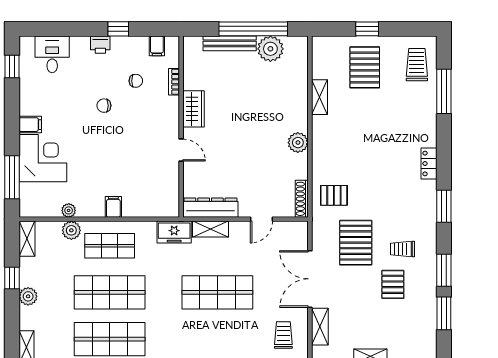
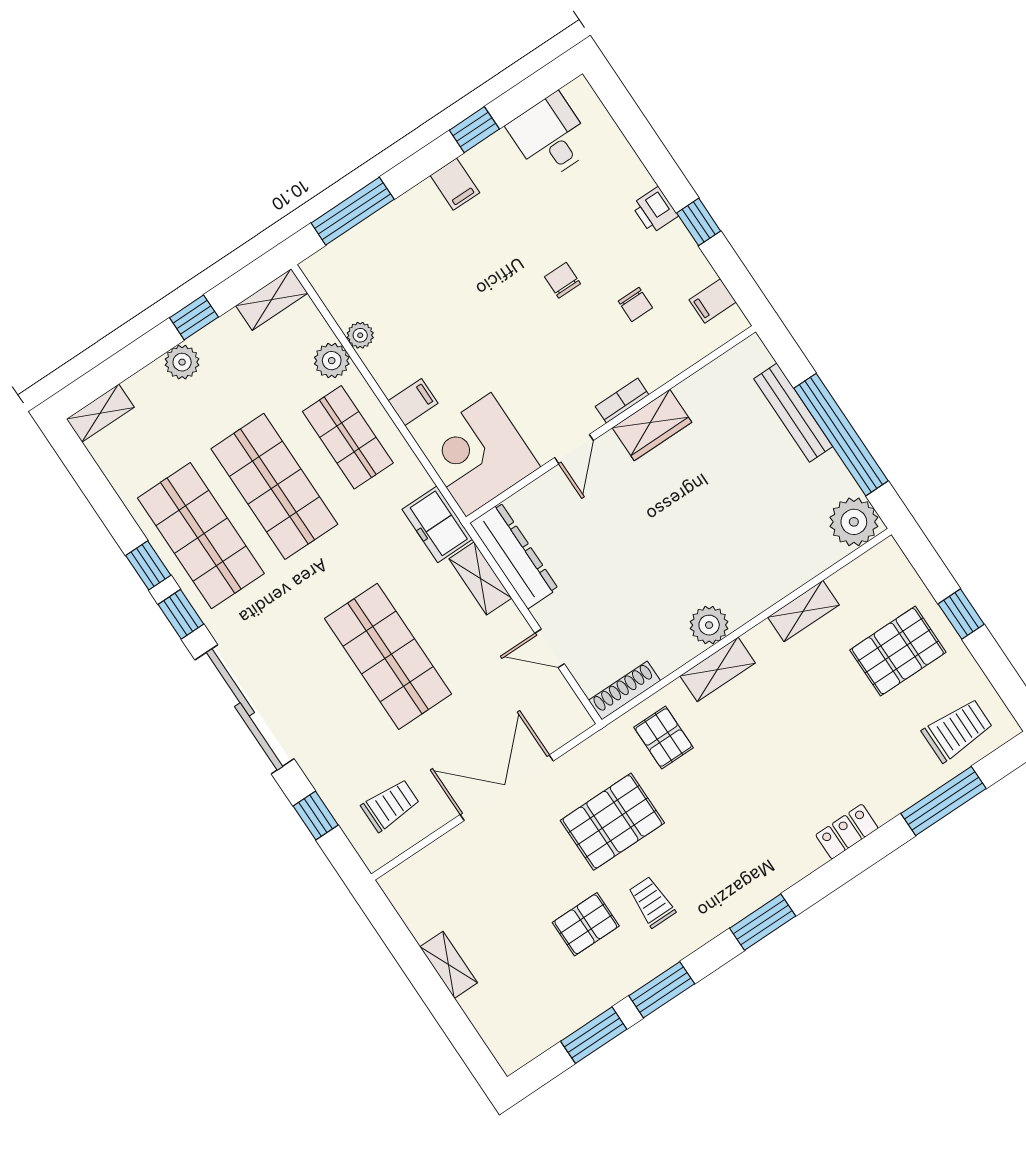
plant: (270, 49) -> (854, 522), moved
desk: (52, 54) -> (551, 137), moved, turned -90
window: (12, 66) -> (474, 130), moved
bookcase: (174, 82) -> (622, 401), moved
corner desk: (43, 158) -> (478, 455), moved, turned 180
locker: (429, 164) -> (847, 832), moved
shelving: (320, 327) -> (718, 669), moved

